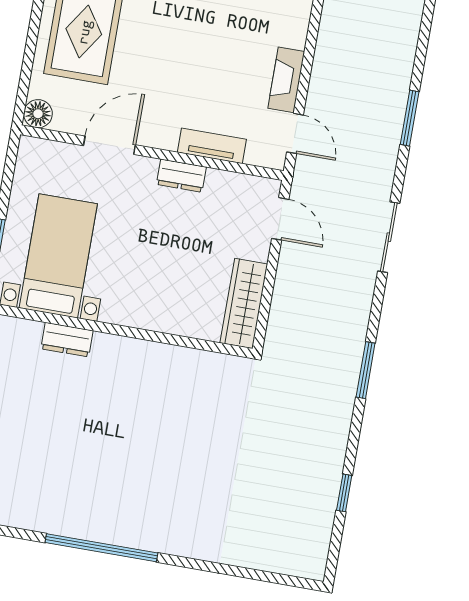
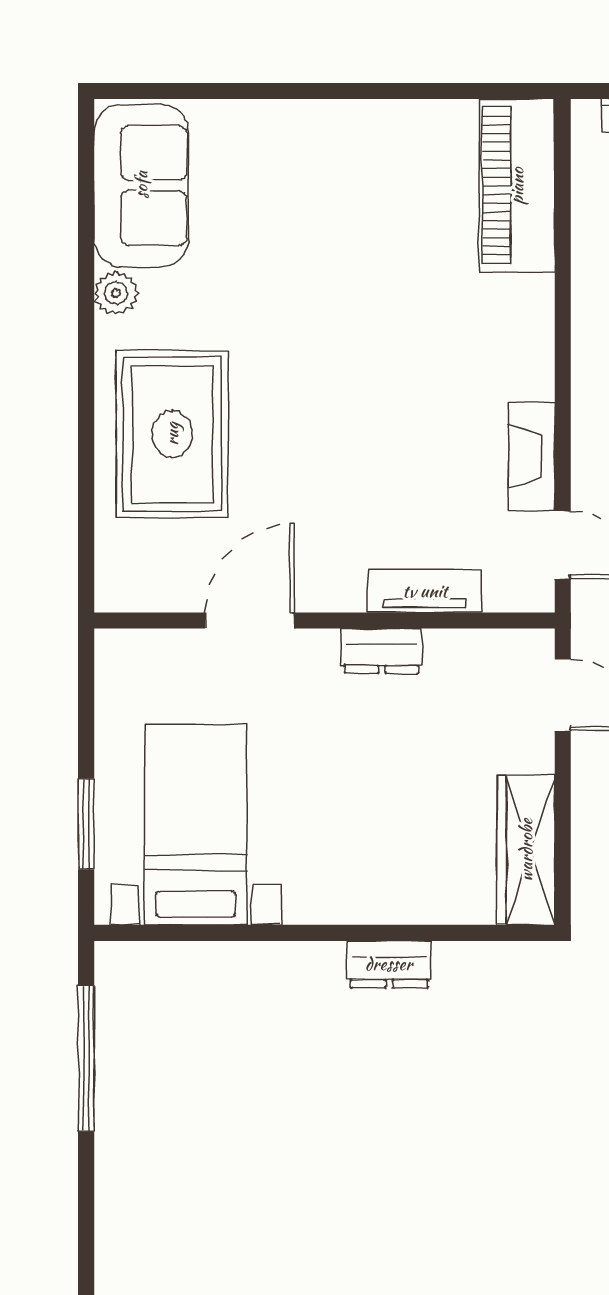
floor lamp: (38, 114) -> (119, 588), removed
dresser: (67, 340) -> (389, 964), moved

